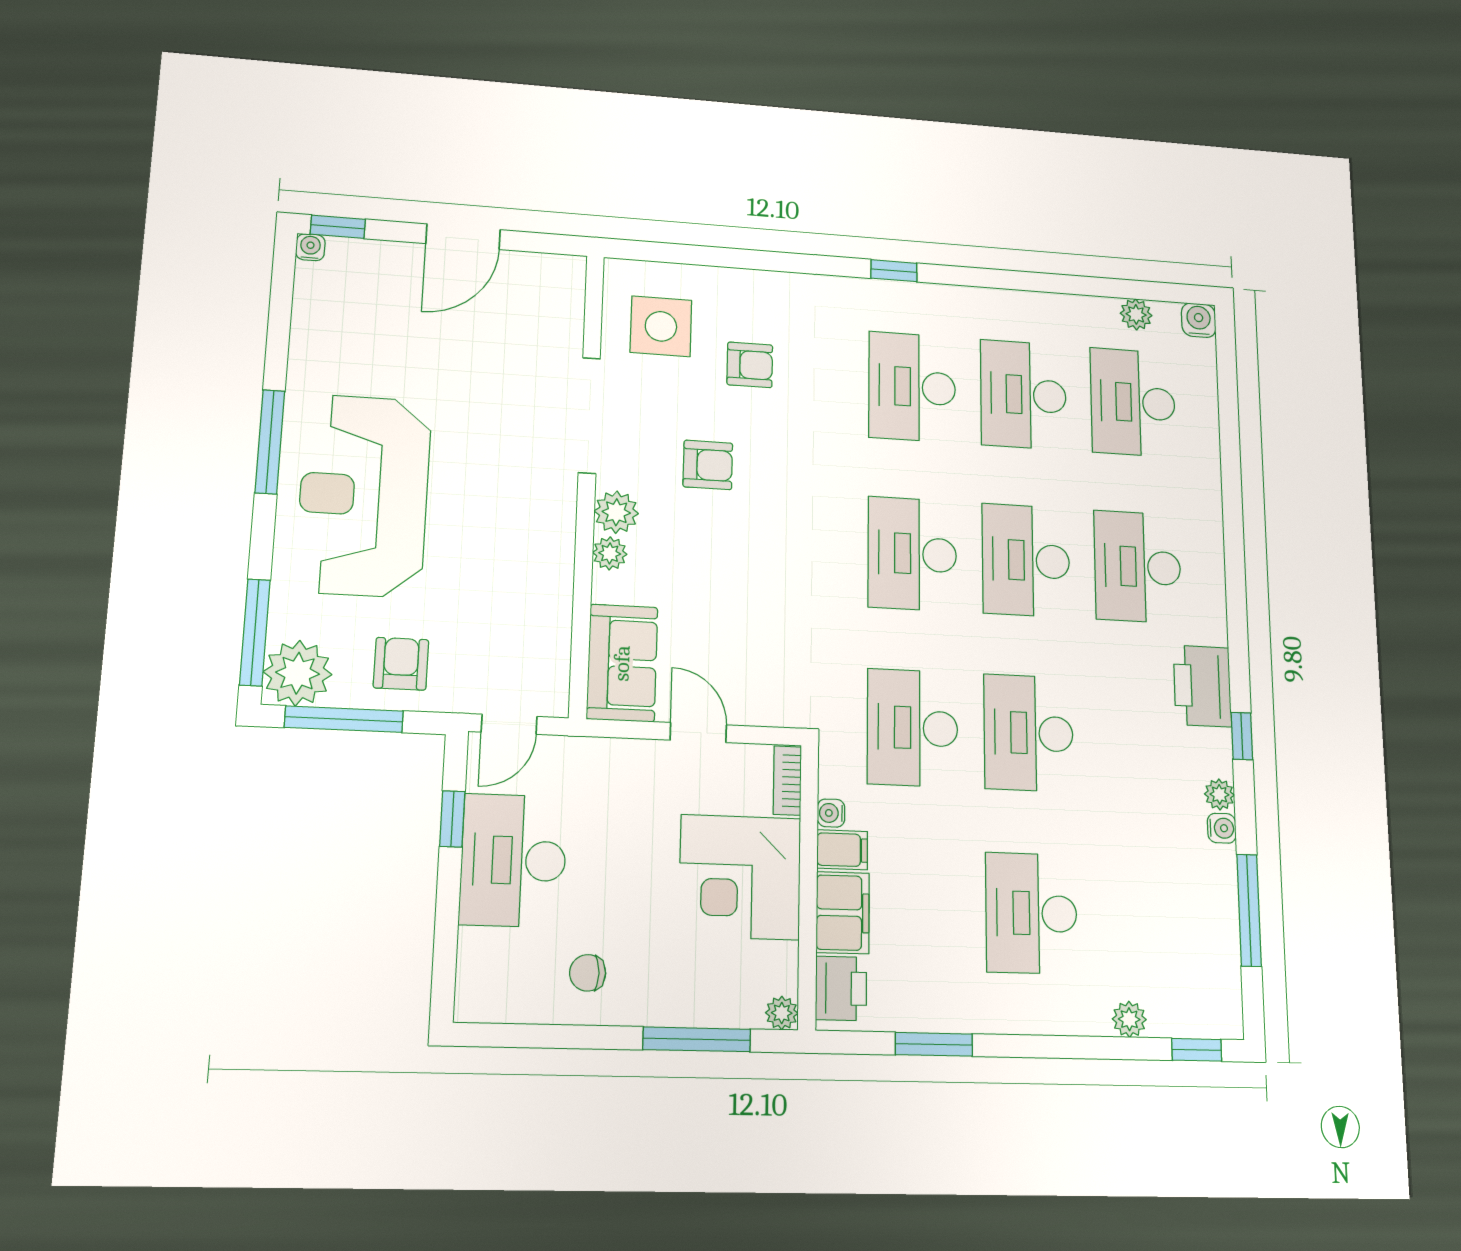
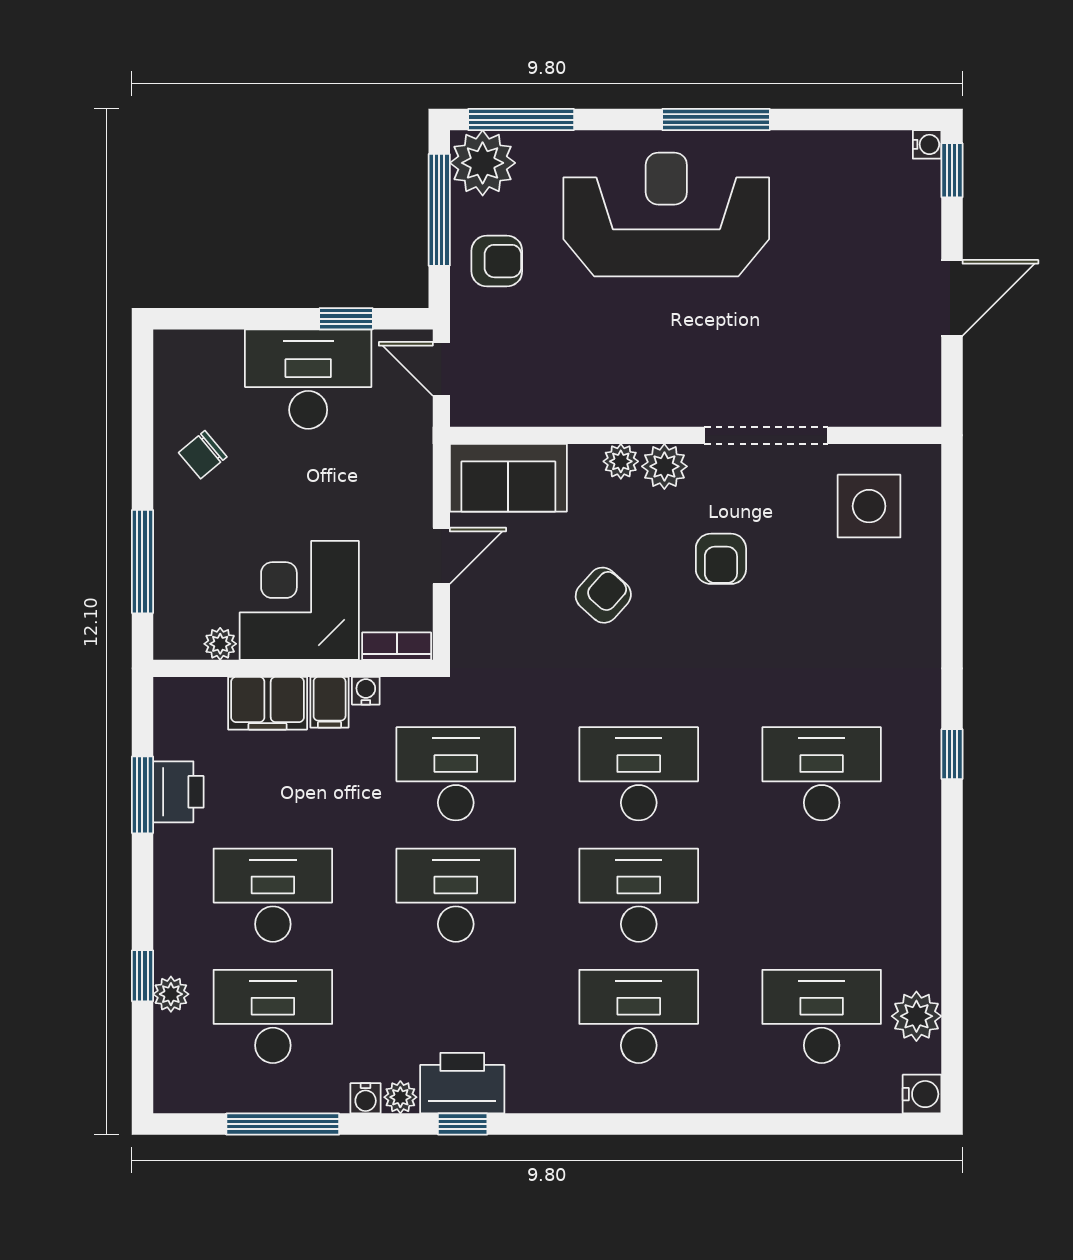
door: (463, 237) -> (952, 298), swing flipped
plant: (1136, 314) -> (916, 1016), width x1.38, depth x1.38
armchair: (750, 365) -> (603, 595), moved, turned -138
desk: (1023, 395) -> (273, 1016), moved
printer: (1202, 686) -> (462, 1083), moved
chair: (588, 973) -> (203, 455), turned -130
printer: (841, 988) -> (178, 792), moved, turned -90
plant: (782, 1013) -> (220, 644), moved
window: (1197, 1050) -> (142, 976), moved

